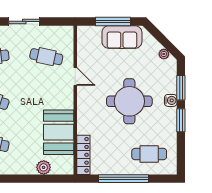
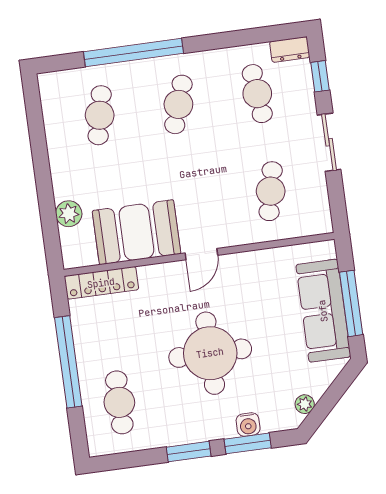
sofa: (122, 37) -> (323, 311), width x1.36
door: (75, 77) -> (201, 254), moved
water cooler: (171, 100) -> (248, 424), moved

